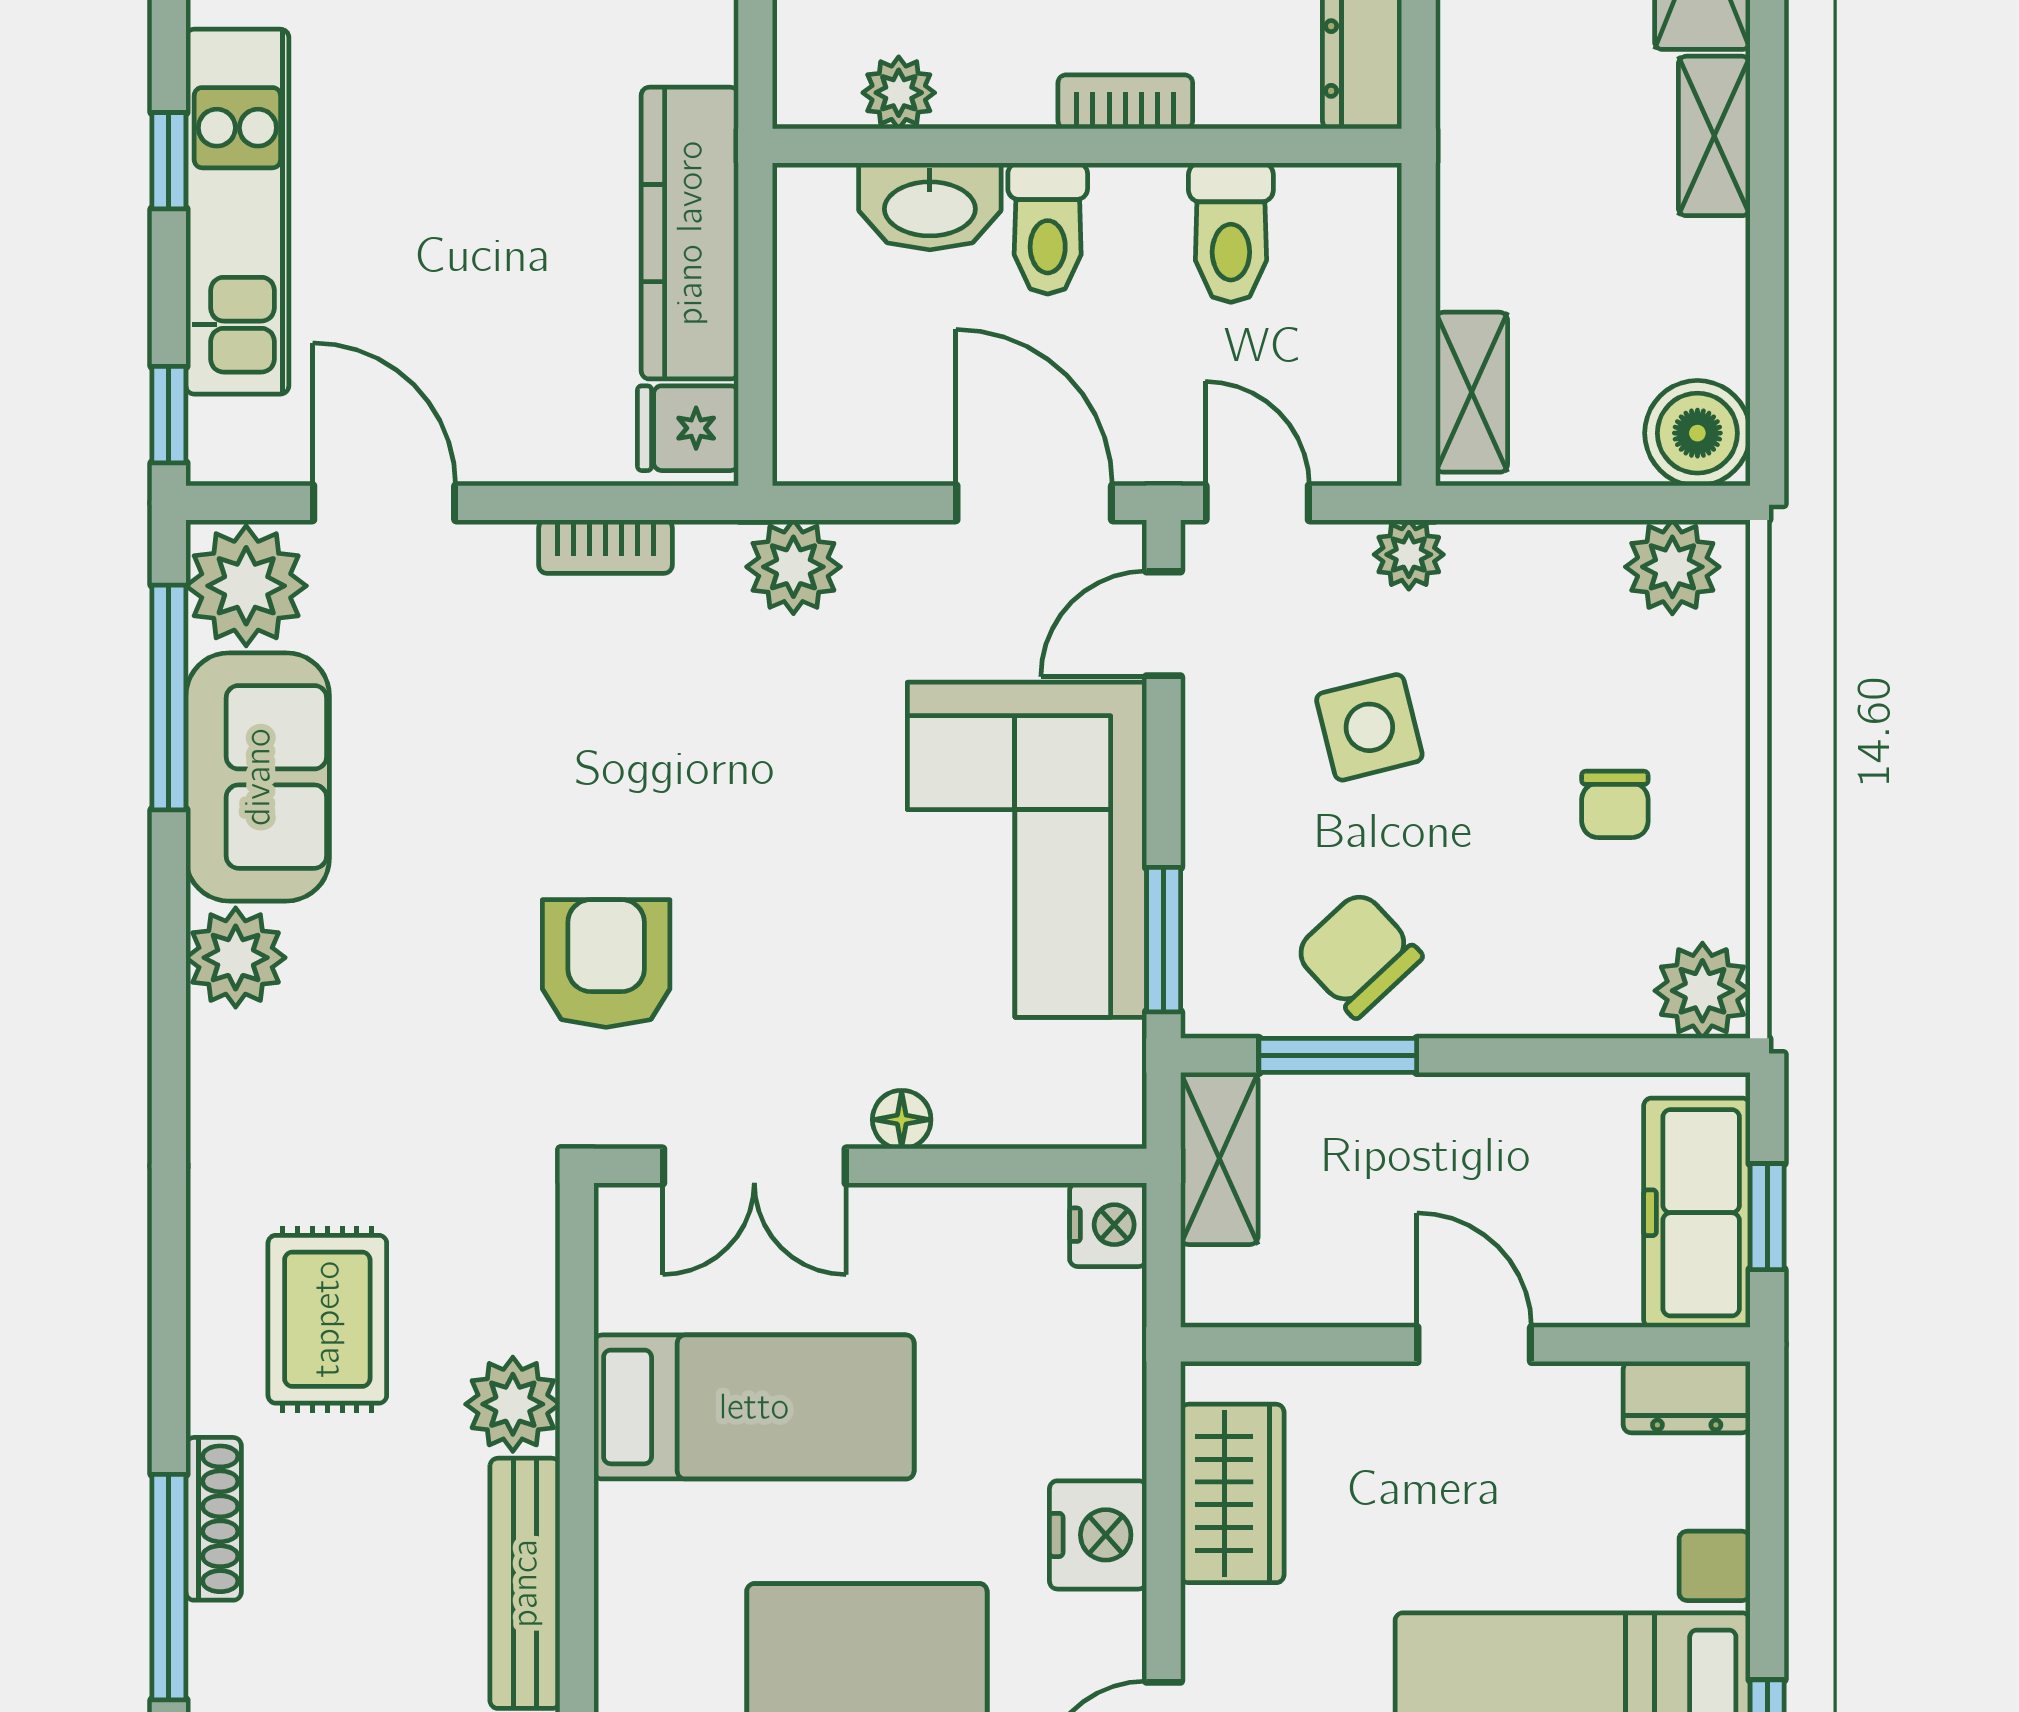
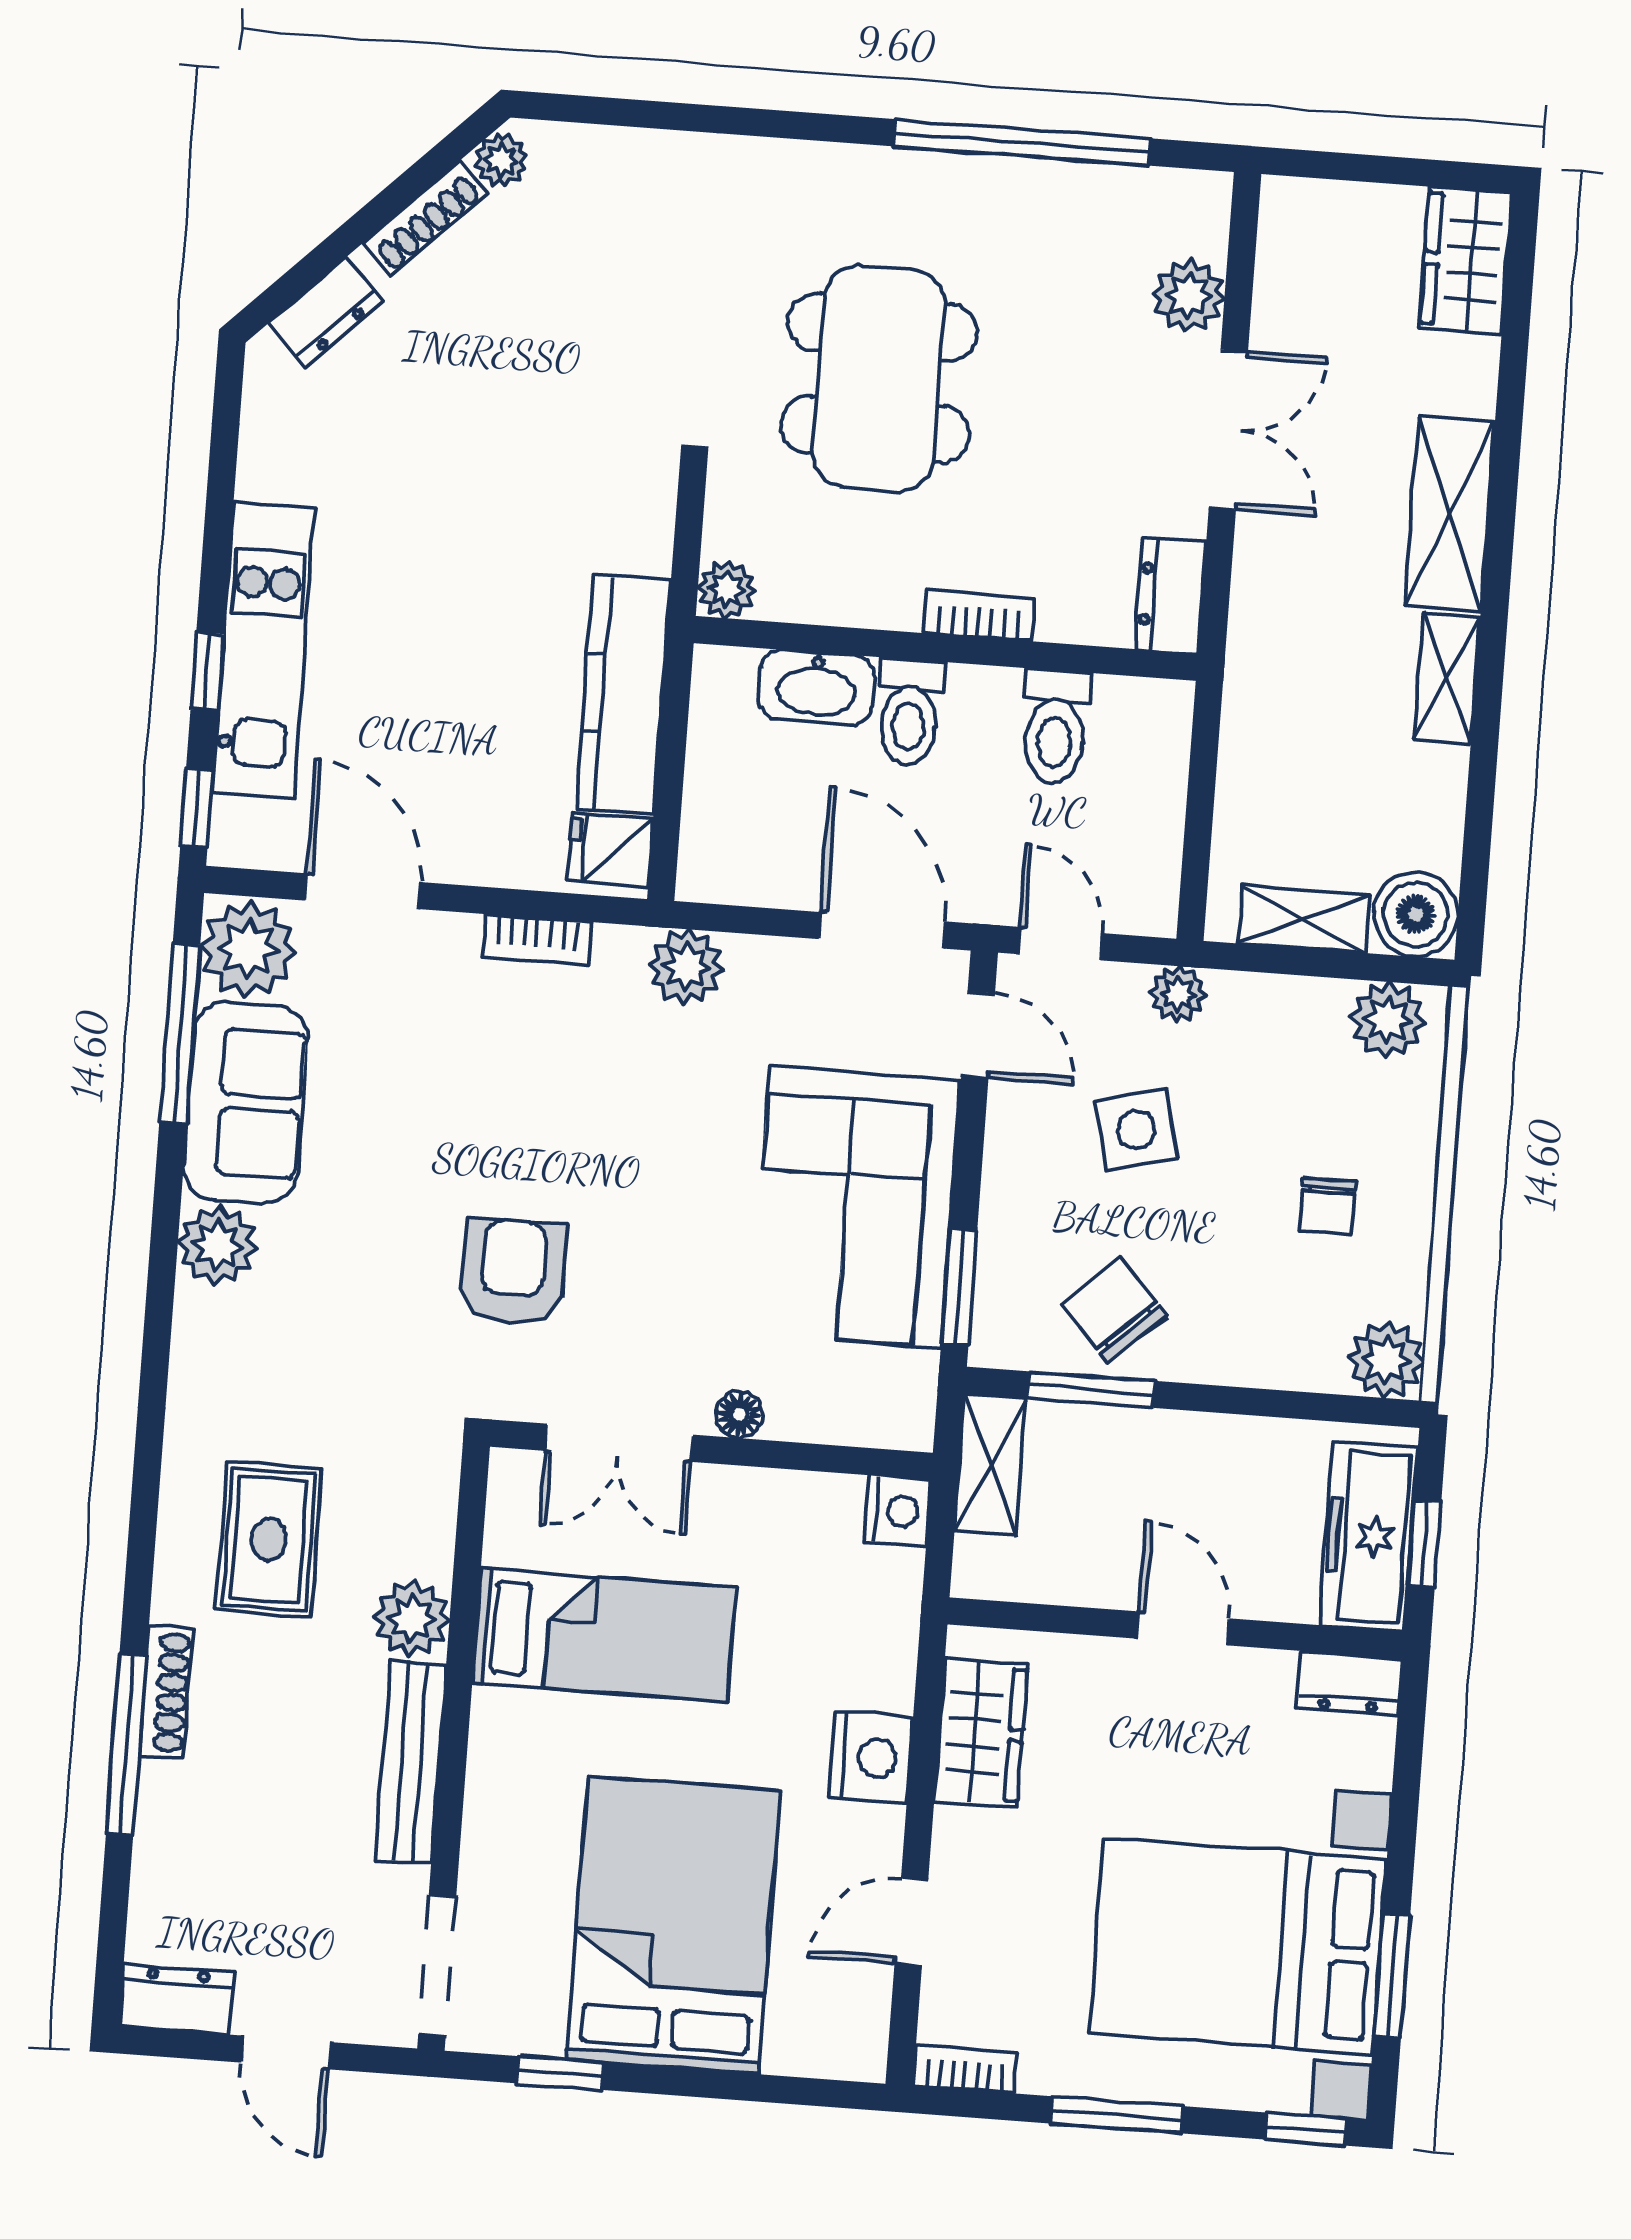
plant: (899, 93) -> (727, 589), moved
window: (169, 161) -> (207, 672), moved
shelving: (1472, 392) -> (1303, 919), moved, turned 90
door: (1164, 624) -> (978, 1035), swing flipped

